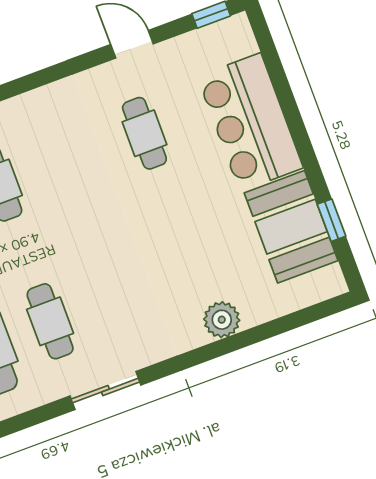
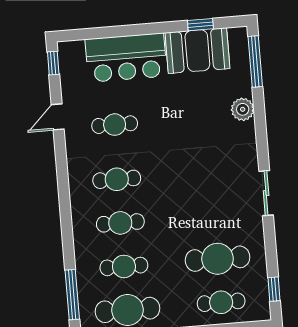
window: (299, 318) -> (255, 61), added
cafe table: (50, 321) -> (117, 179), moved

